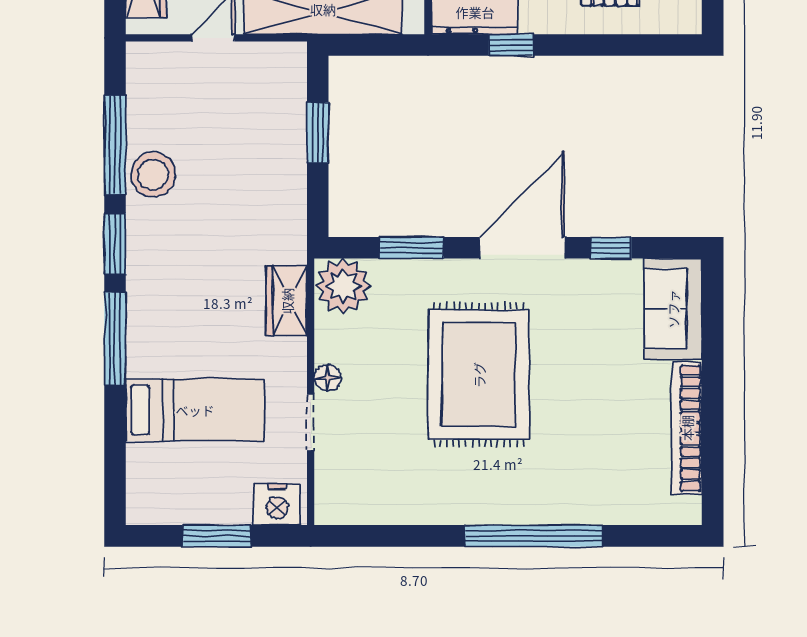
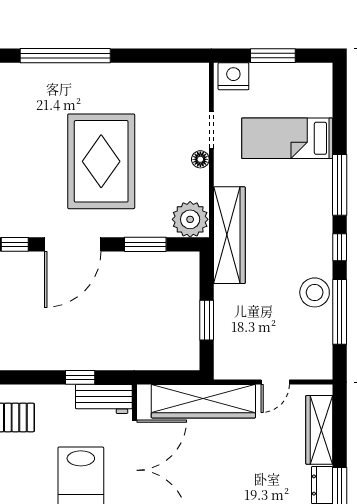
window: (115, 244) -> (340, 247), width x0.67
wardrobe: (287, 301) -> (229, 235), width x2.10, depth x1.17

